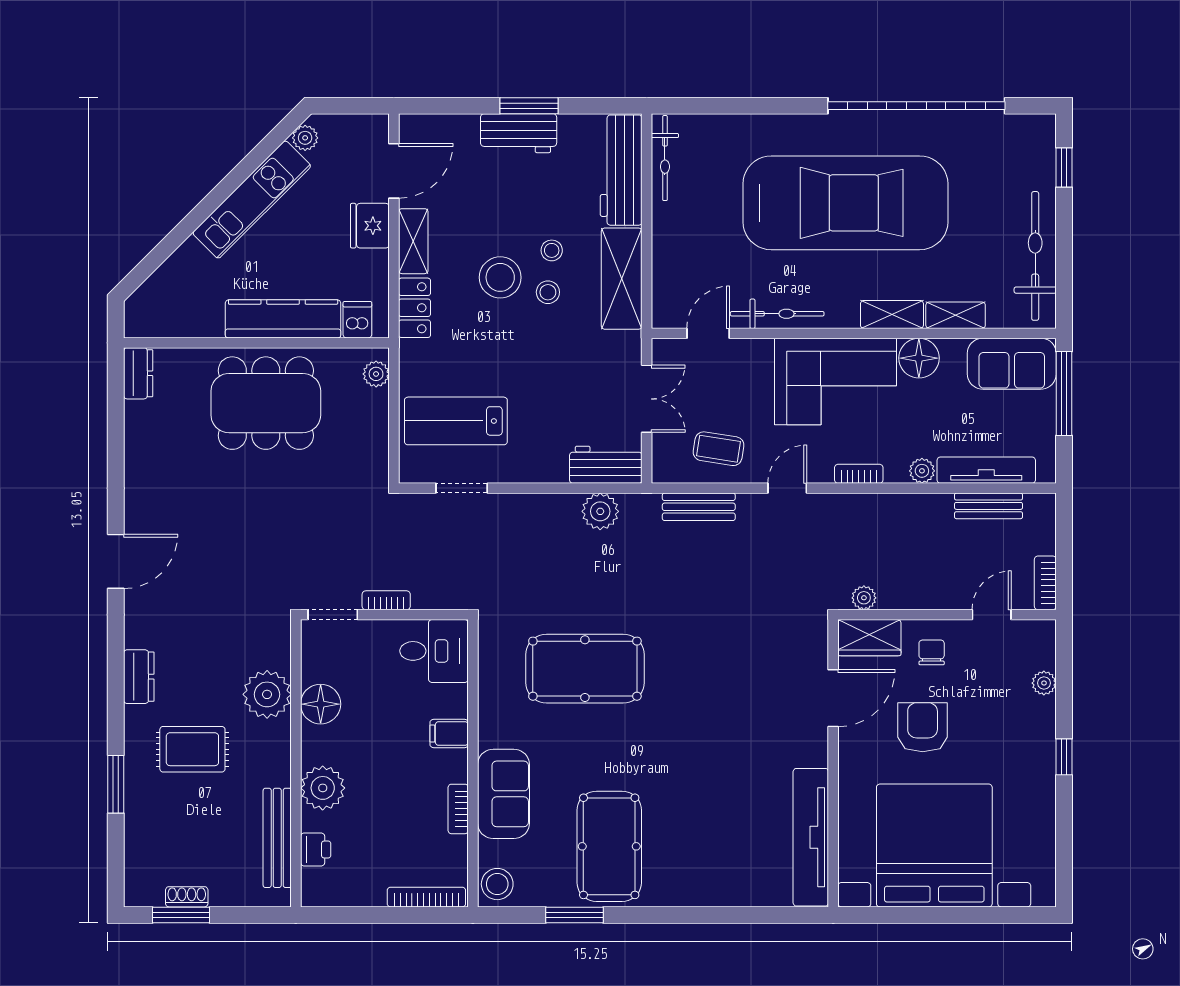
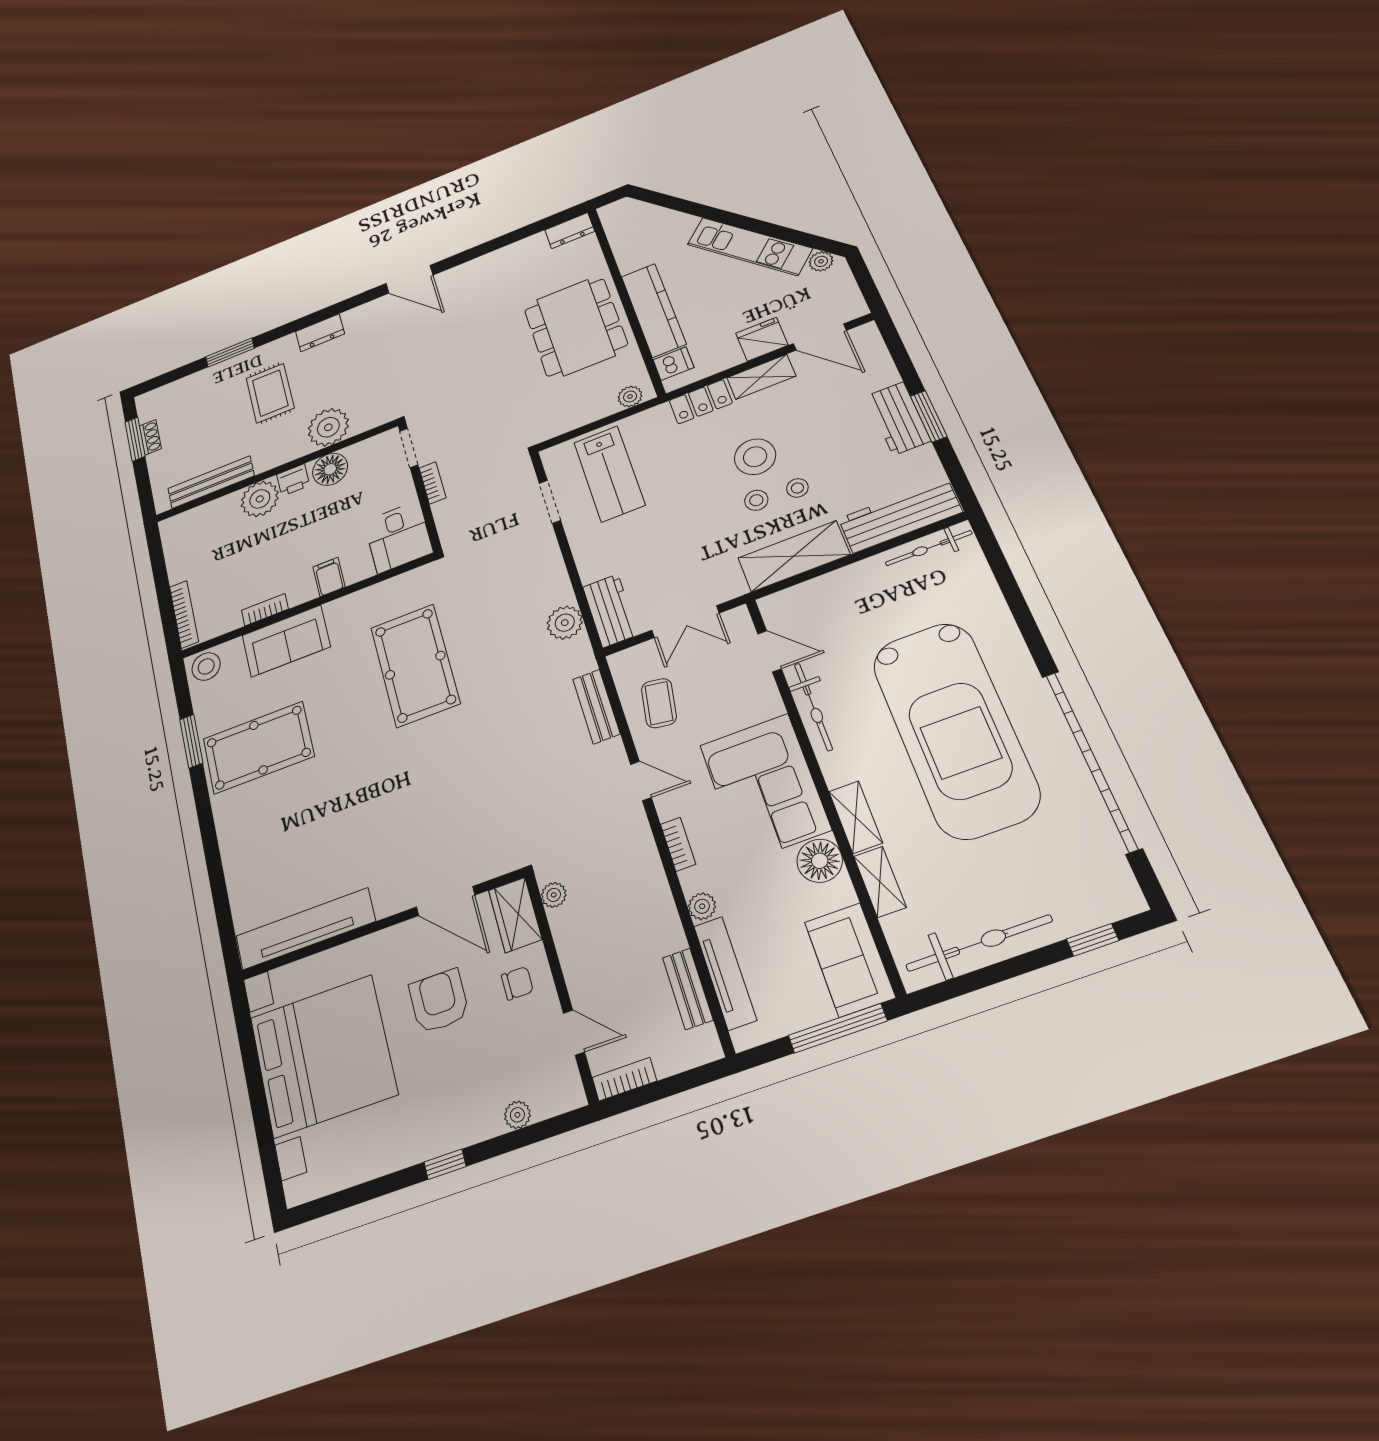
lab bench: (456, 421) -> (609, 474), turned 180
armchair: (923, 727) -> (439, 1001), turned -90
printer: (316, 849) -> (293, 480), moved

